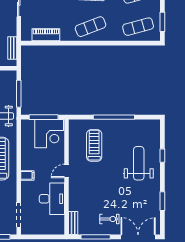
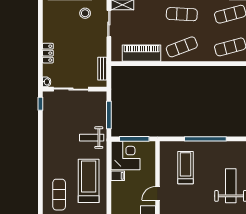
piano: (46, 35) -> (142, 53), width x1.37, depth x1.33
corner desk: (49, 134) -> (126, 155), moved, turned -90
filing cabinet: (27, 175) -> (118, 176), moved

